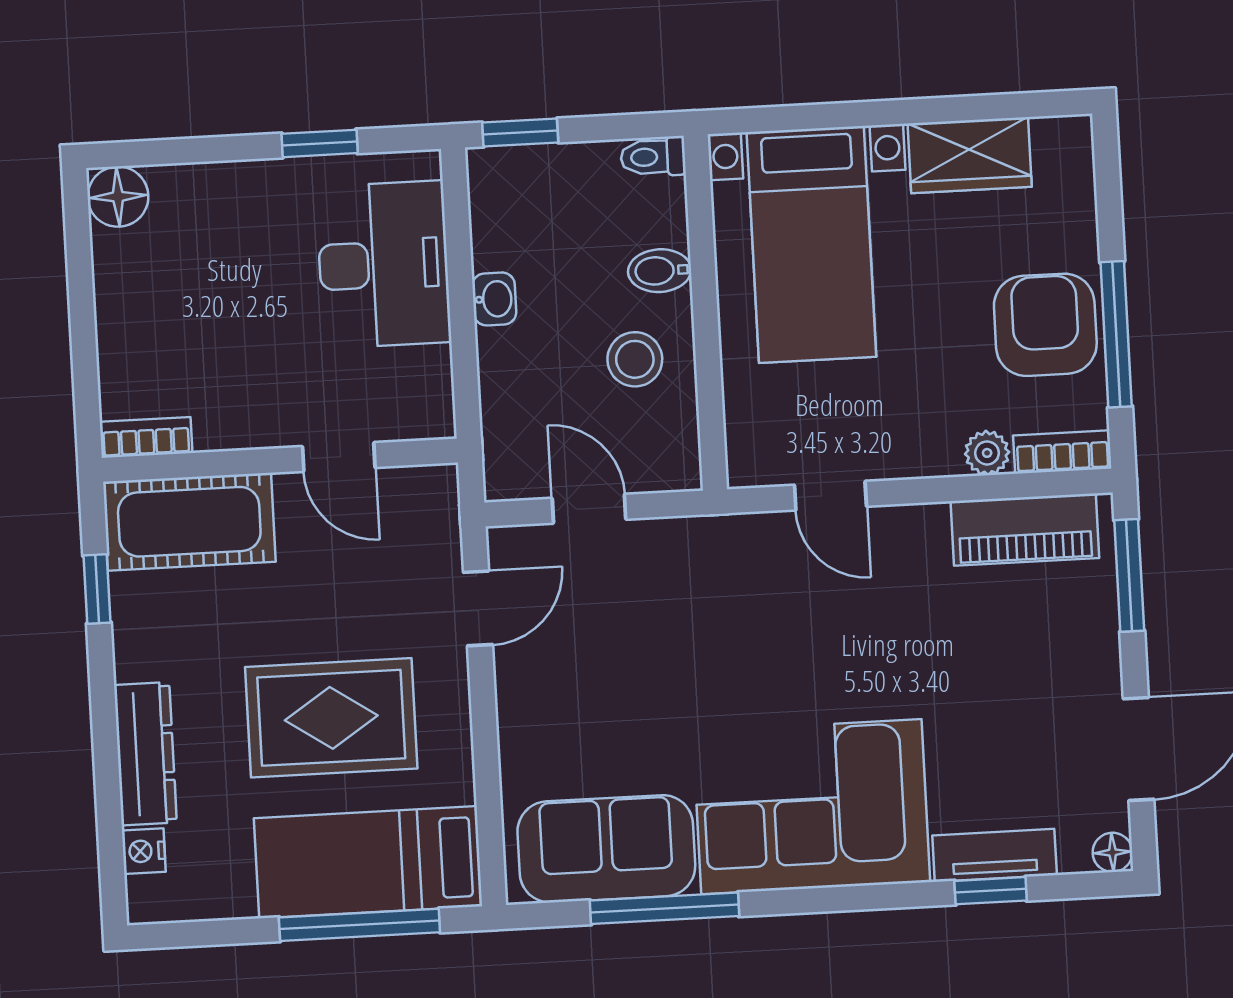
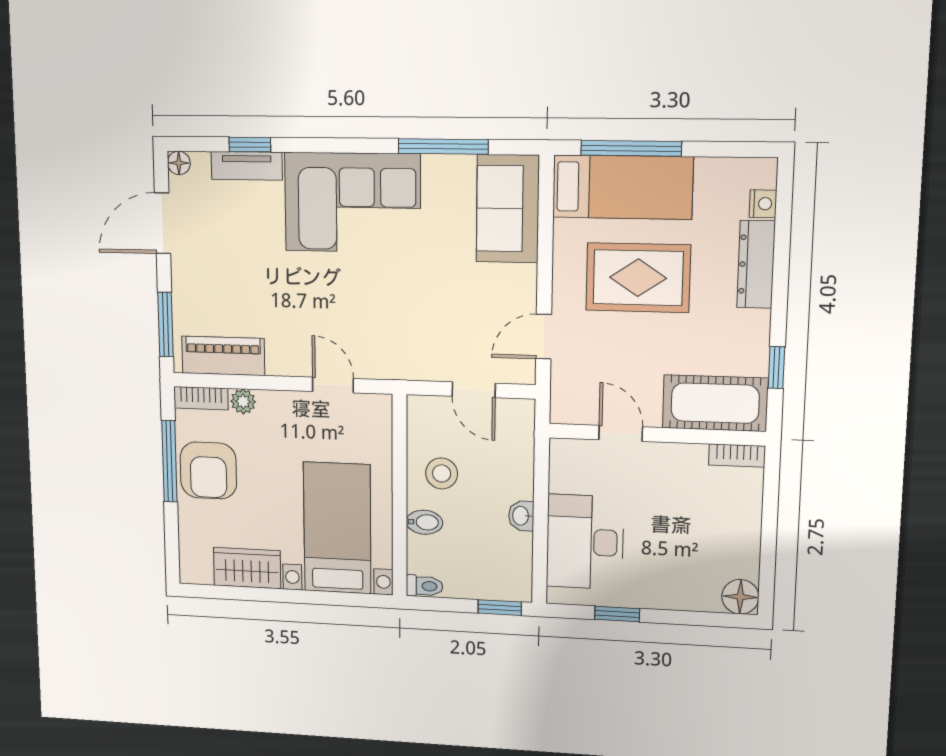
sofa: (606, 849) -> (508, 209), moved, turned 90

